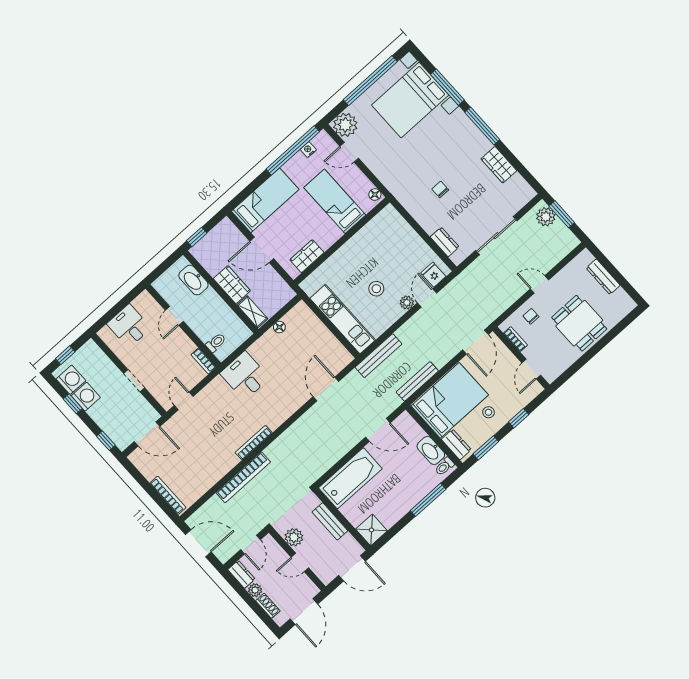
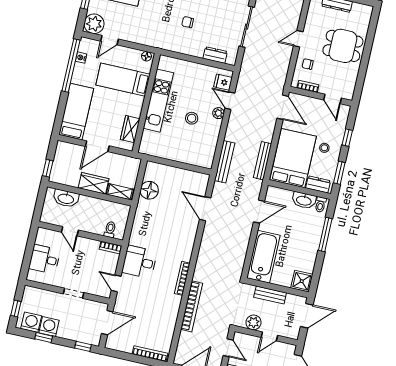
kitchen unit: (343, 319) -> (158, 101), moved, turned 90
floor lamp: (279, 327) -> (149, 190), width x1.89, depth x1.89
desk: (245, 376) -> (139, 262), moved

